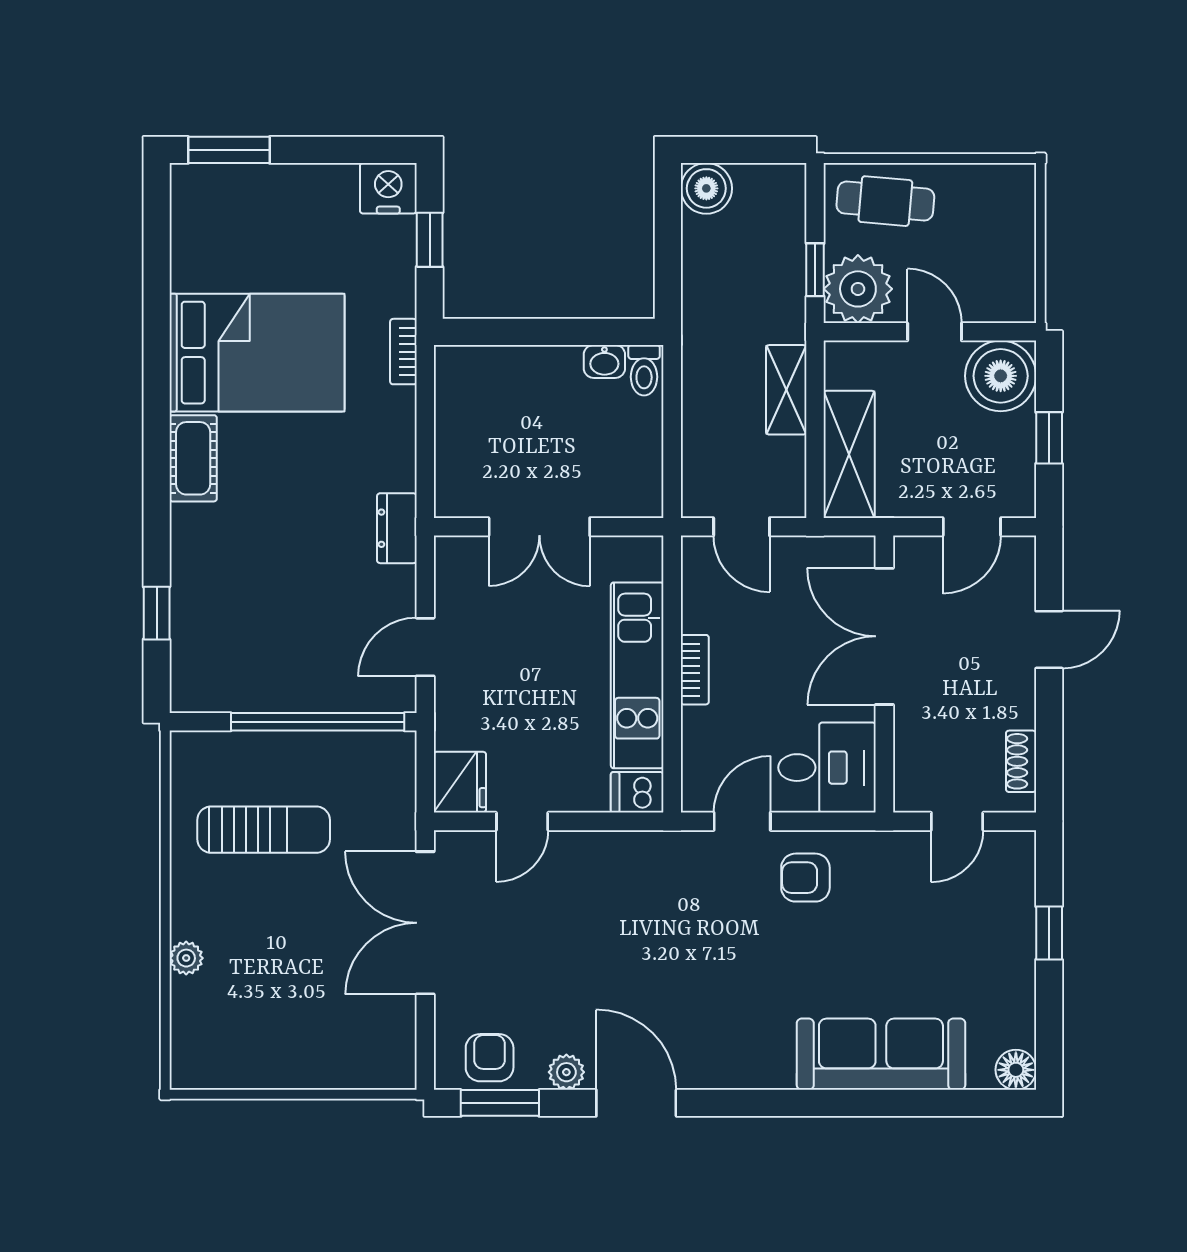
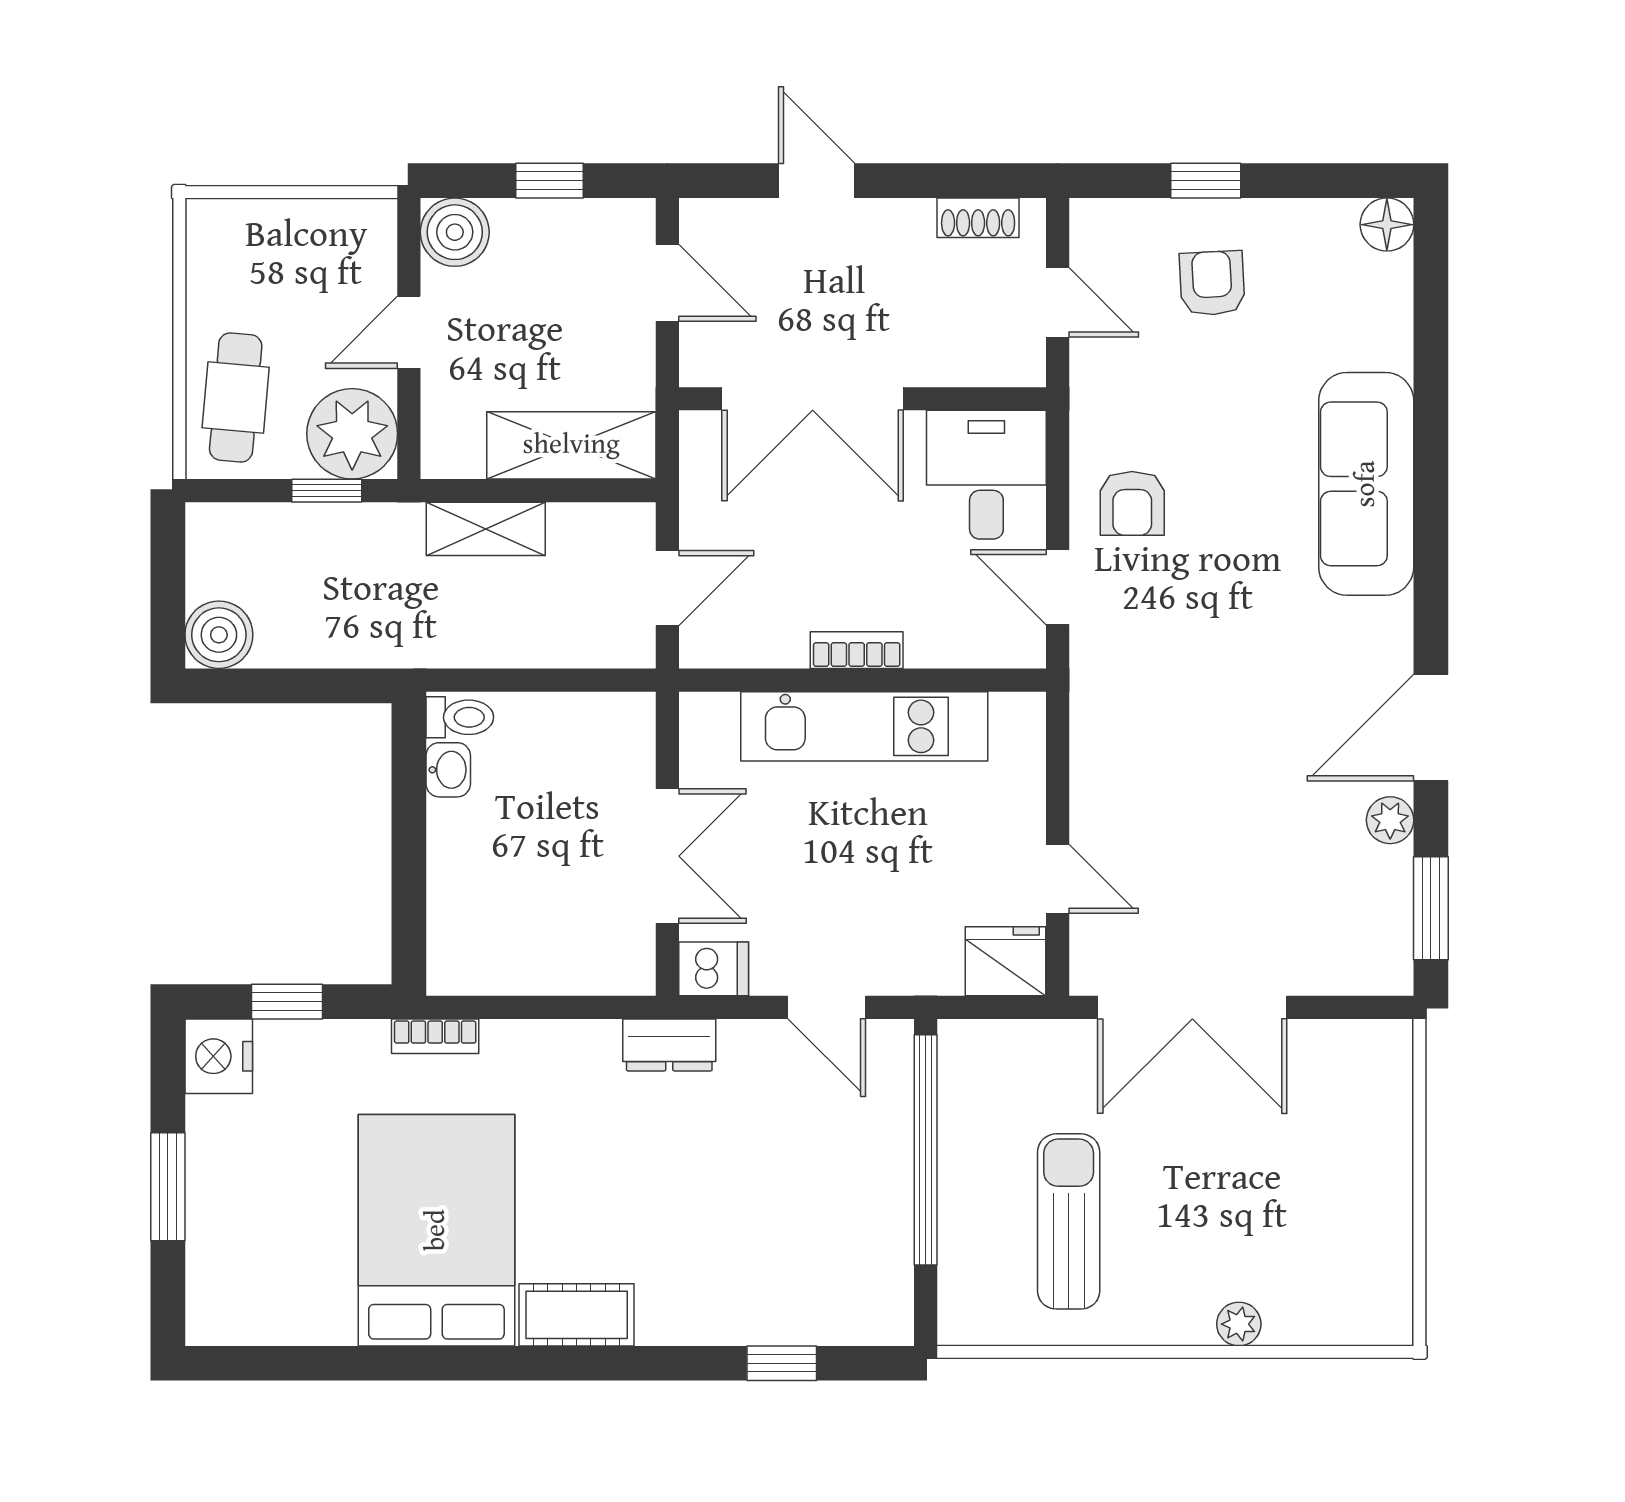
window: (229, 150) -> (168, 1187), moved
boiler: (1001, 376) -> (455, 232), width x0.73, depth x0.73
dishwasher: (637, 792) -> (714, 969), moved, turned -90
sofa: (881, 1054) -> (1366, 484), moved
armchair: (490, 1058) -> (1212, 283), moved, turned 87

